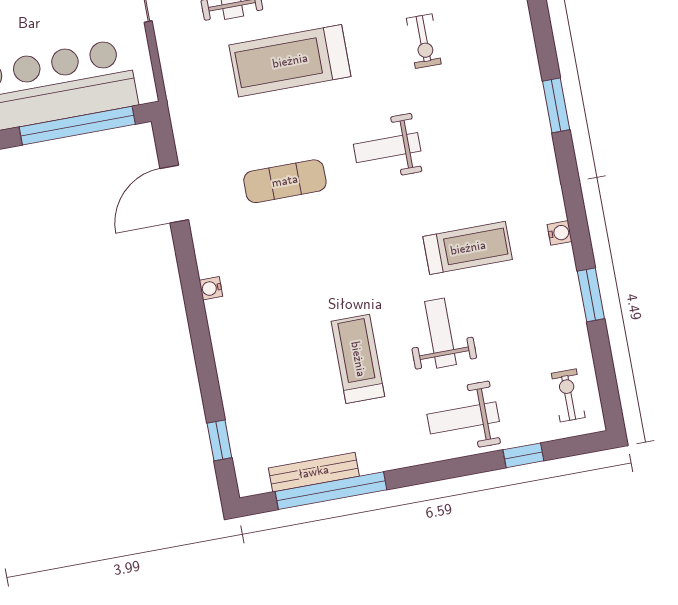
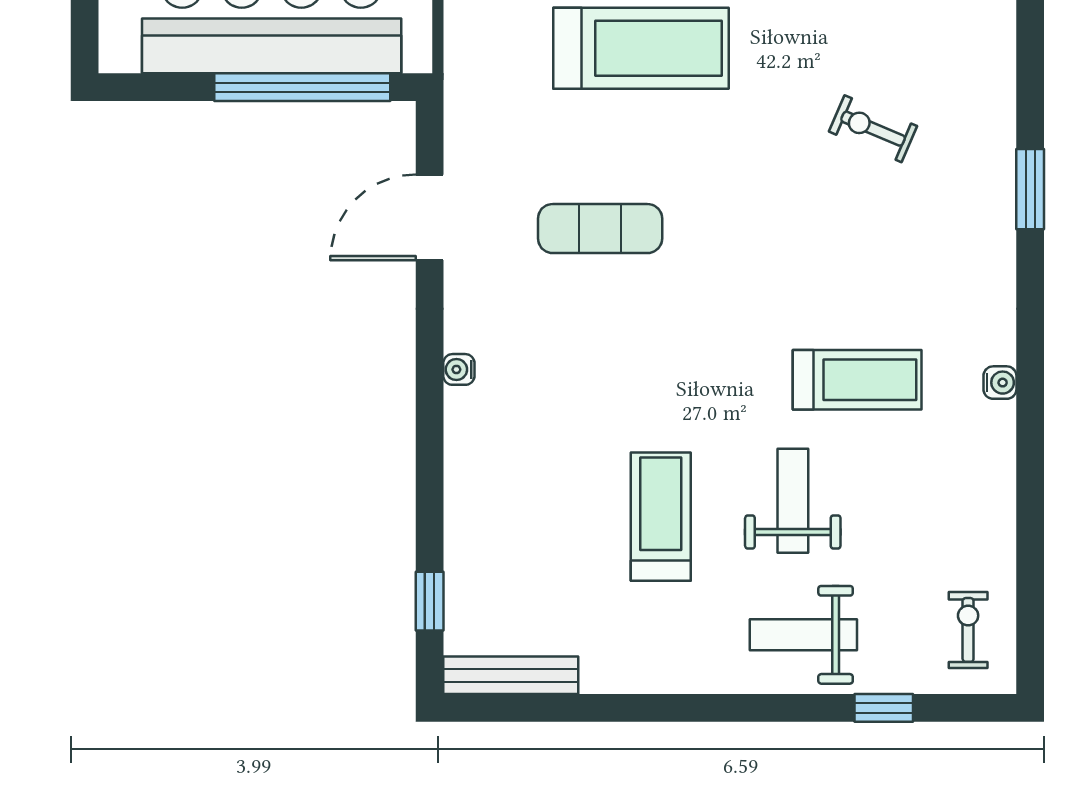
exercise bike: (424, 41) -> (873, 129), moved, turned 113
treadmill: (290, 61) -> (641, 48), turned 180
weight bench: (387, 148) -> (763, 206), removed
window: (591, 295) -> (1030, 485), removed
bench: (314, 472) -> (511, 675), moved
window: (331, 491) -> (584, 708), removed

